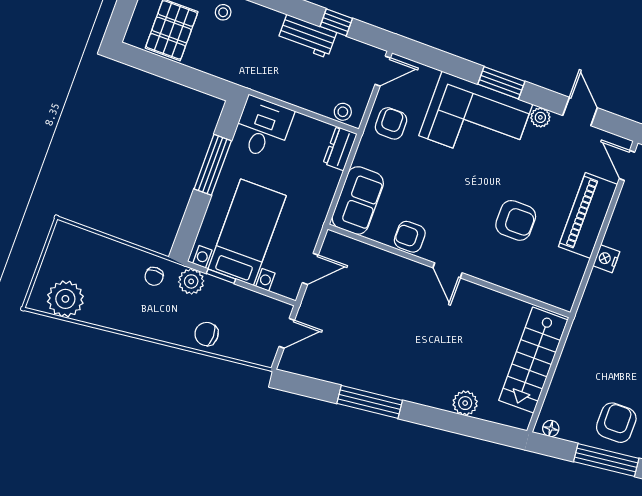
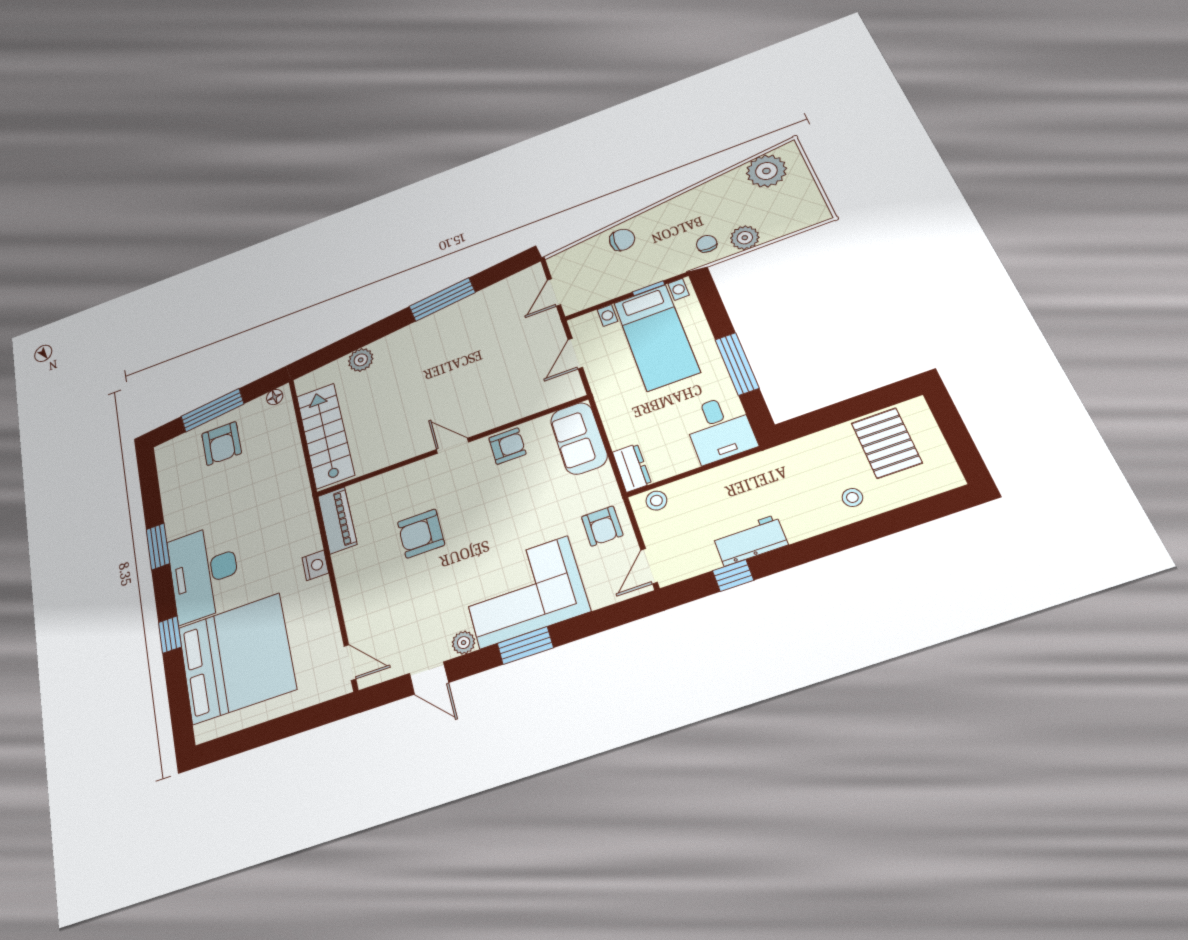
piano: (588, 215) -> (337, 520), moved, width x0.73, depth x0.75
plant: (191, 281) -> (745, 238), moved

